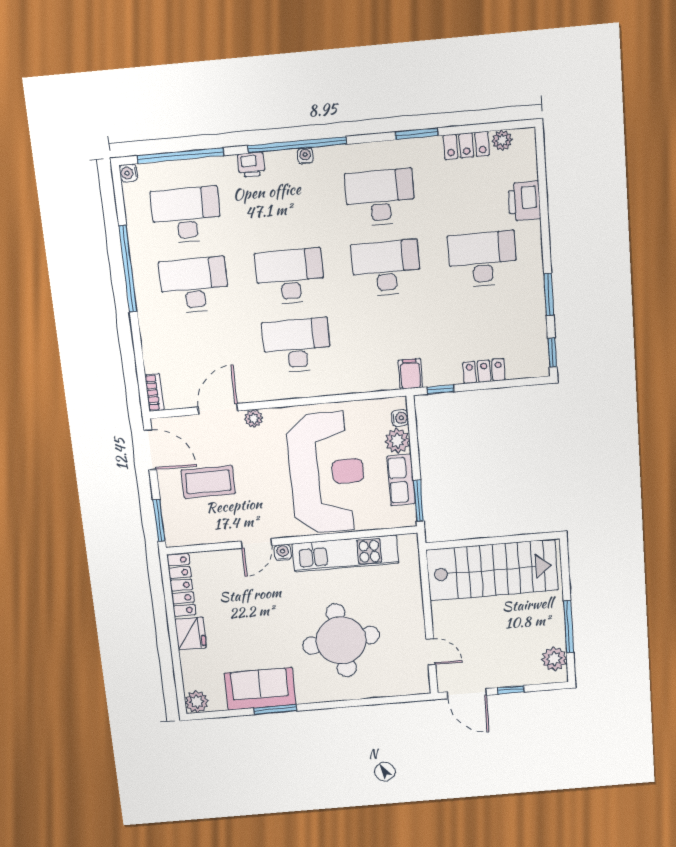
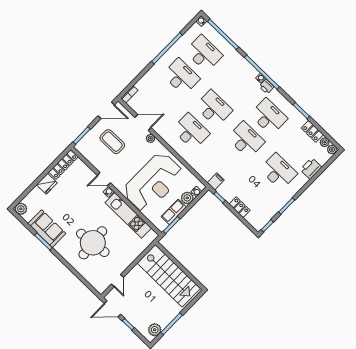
plant: (524, 138) -> (332, 149), added
printer: (251, 165) -> (267, 86), moved
door: (150, 450) -> (106, 110), hinge flipped
door: (467, 694) -> (113, 309), hinge flipped

